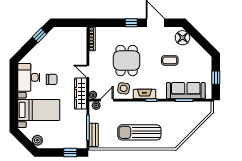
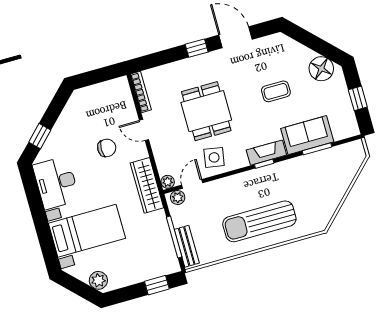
window: (40, 35) -> (40, 136), moved
floor lamp: (183, 38) -> (321, 69), moved
door: (88, 71) -> (144, 130), moved
chair: (52, 79) -> (107, 148), moved
sofa: (186, 91) -> (307, 135), width x0.73
fireplace: (144, 94) -> (266, 153), moved

